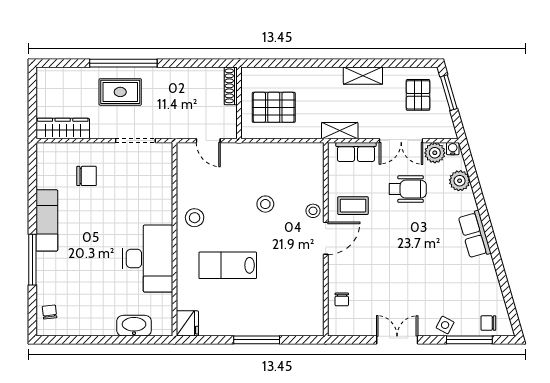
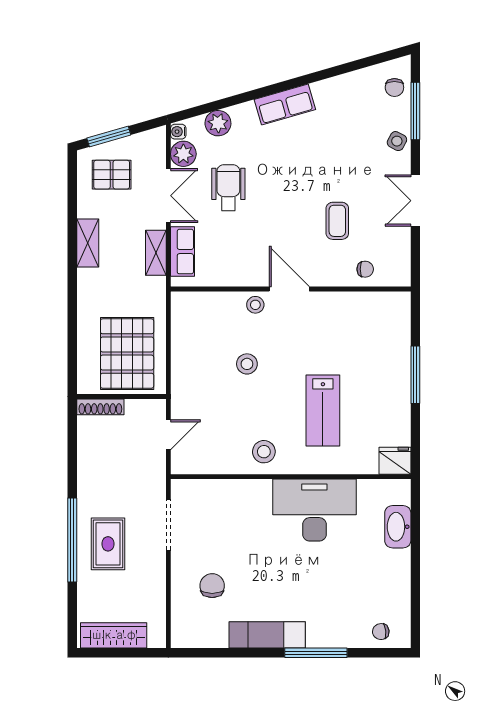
pallet: (274, 107) -> (127, 354), width x1.37, depth x1.41
wardrobe: (63, 128) -> (114, 635), moved, turned 90
shelving: (340, 131) -> (156, 253), moved
coffee table: (353, 206) -> (337, 221), moved

